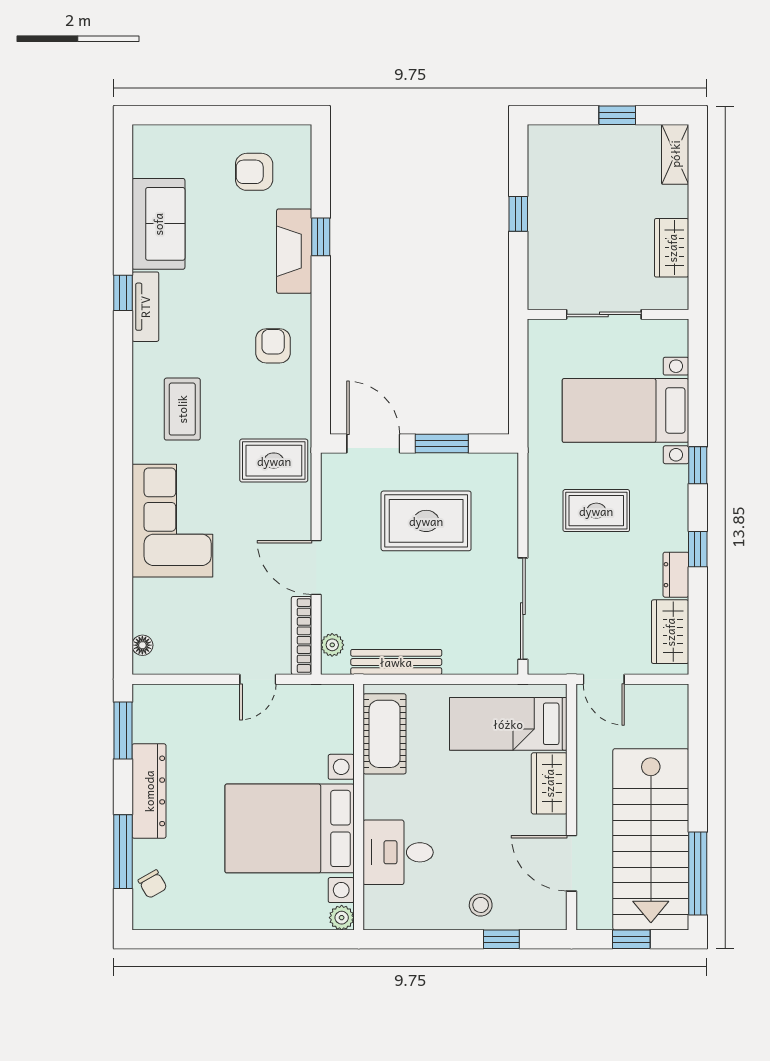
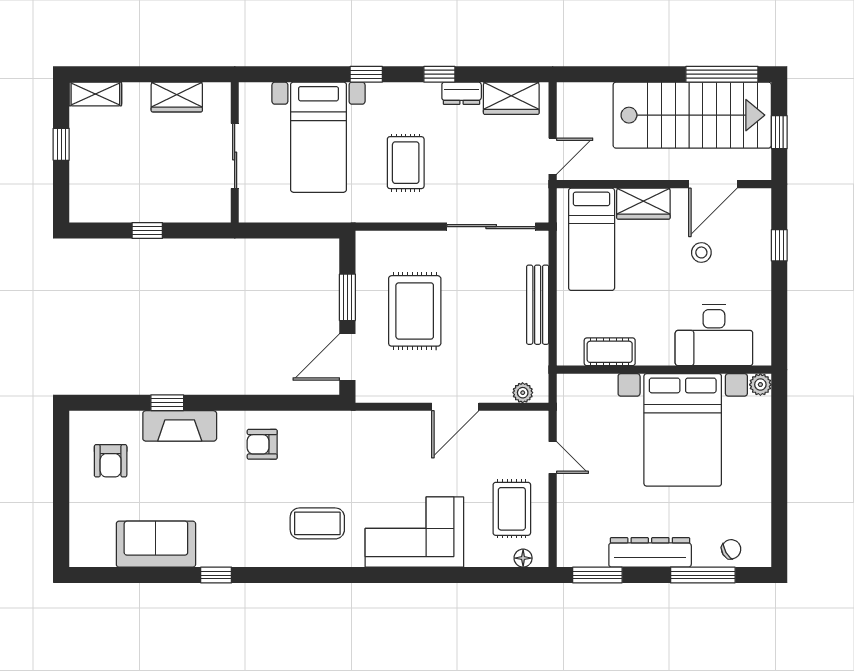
tv unit: (145, 307) -> (228, 555), removed
rug: (274, 461) -> (512, 509), moved
bookcase: (302, 636) -> (515, 419), removed
bench: (396, 662) -> (538, 305), moved
cot: (385, 734) -> (610, 352), width x0.73, depth x0.75
desk: (398, 852) -> (714, 335), width x1.37
stool: (481, 905) -> (701, 252), moved

